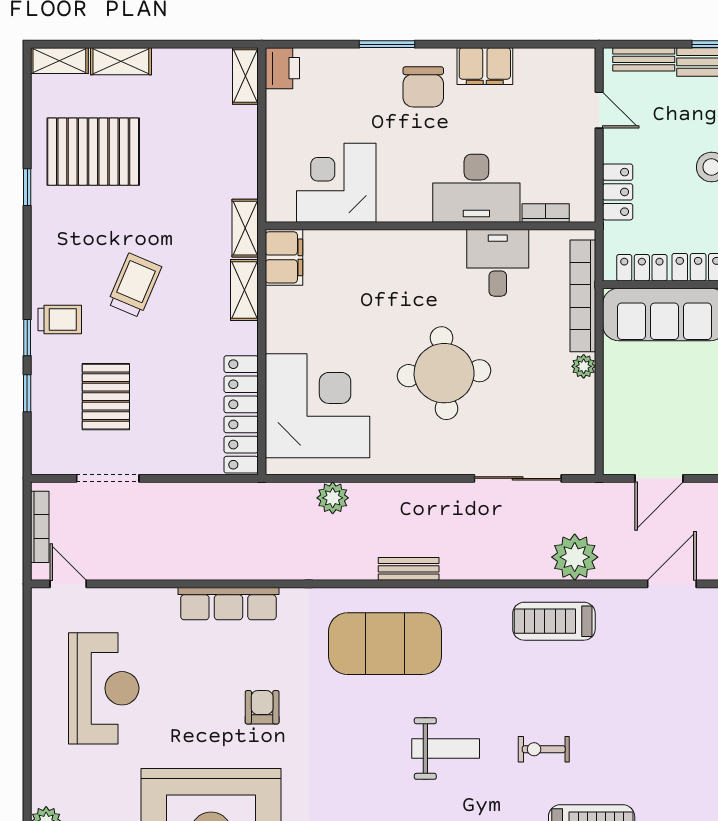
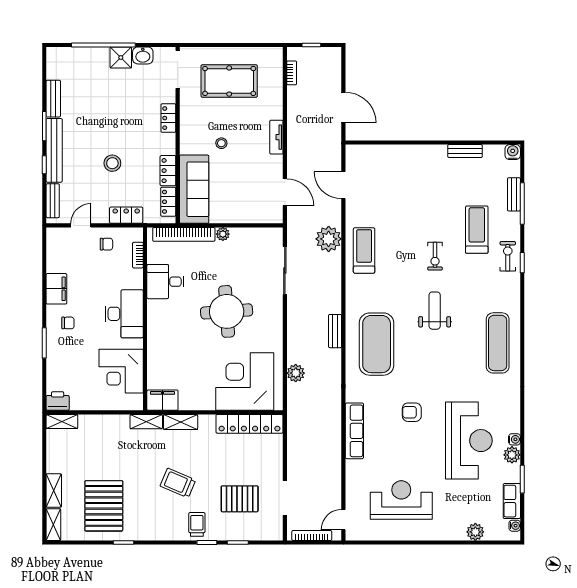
chair: (423, 87) -> (68, 323), width x0.54, depth x0.54
chair: (565, 156) -> (106, 244), added
desk: (476, 188) -> (124, 314), moved
treadmill: (554, 621) -> (364, 250), turned 180

